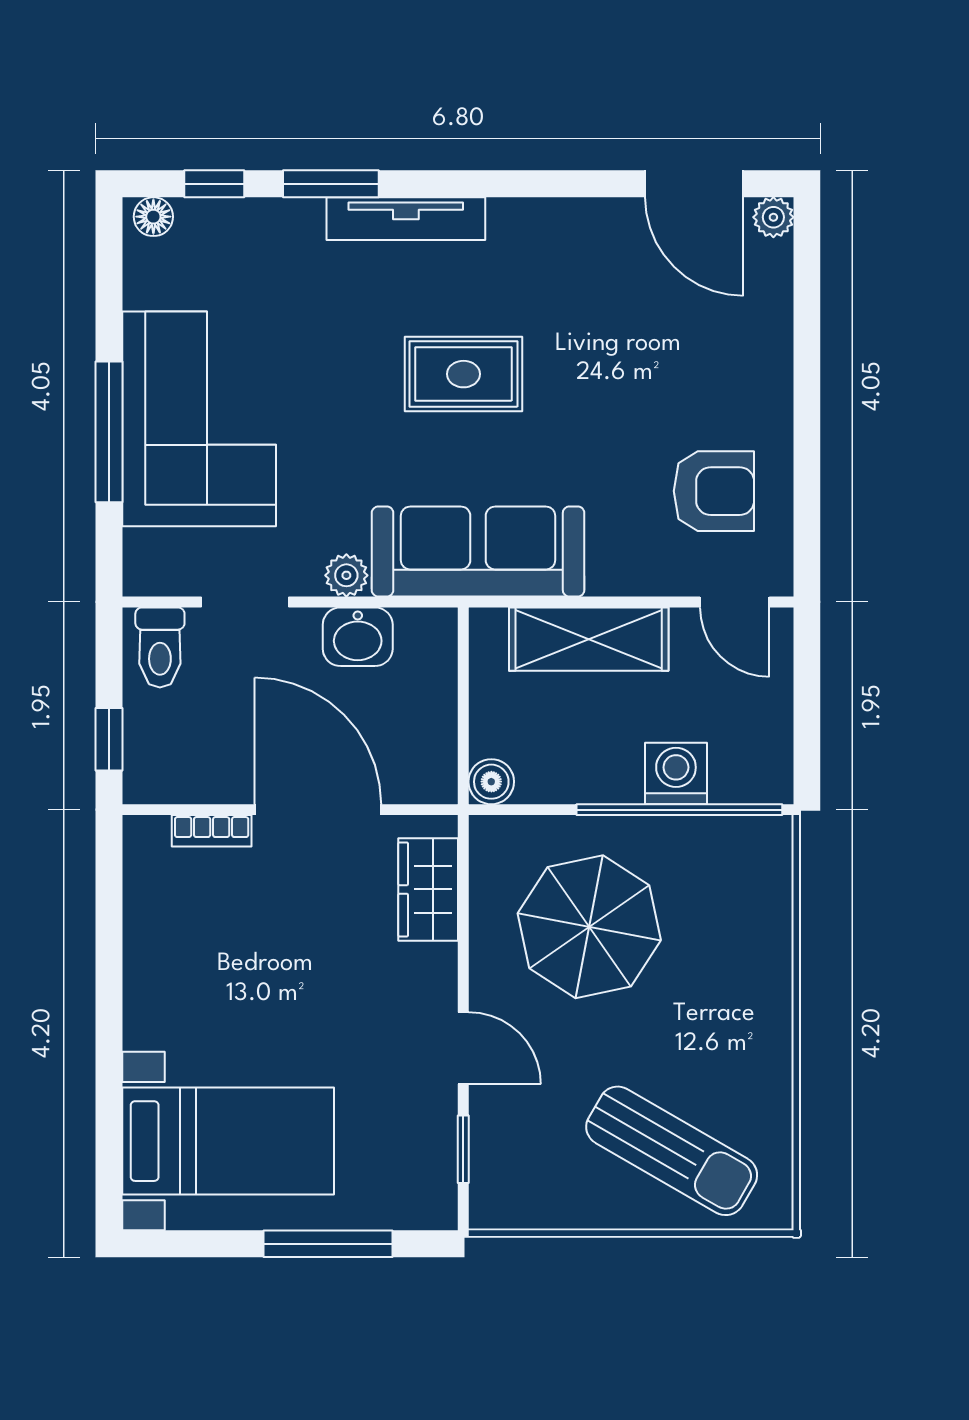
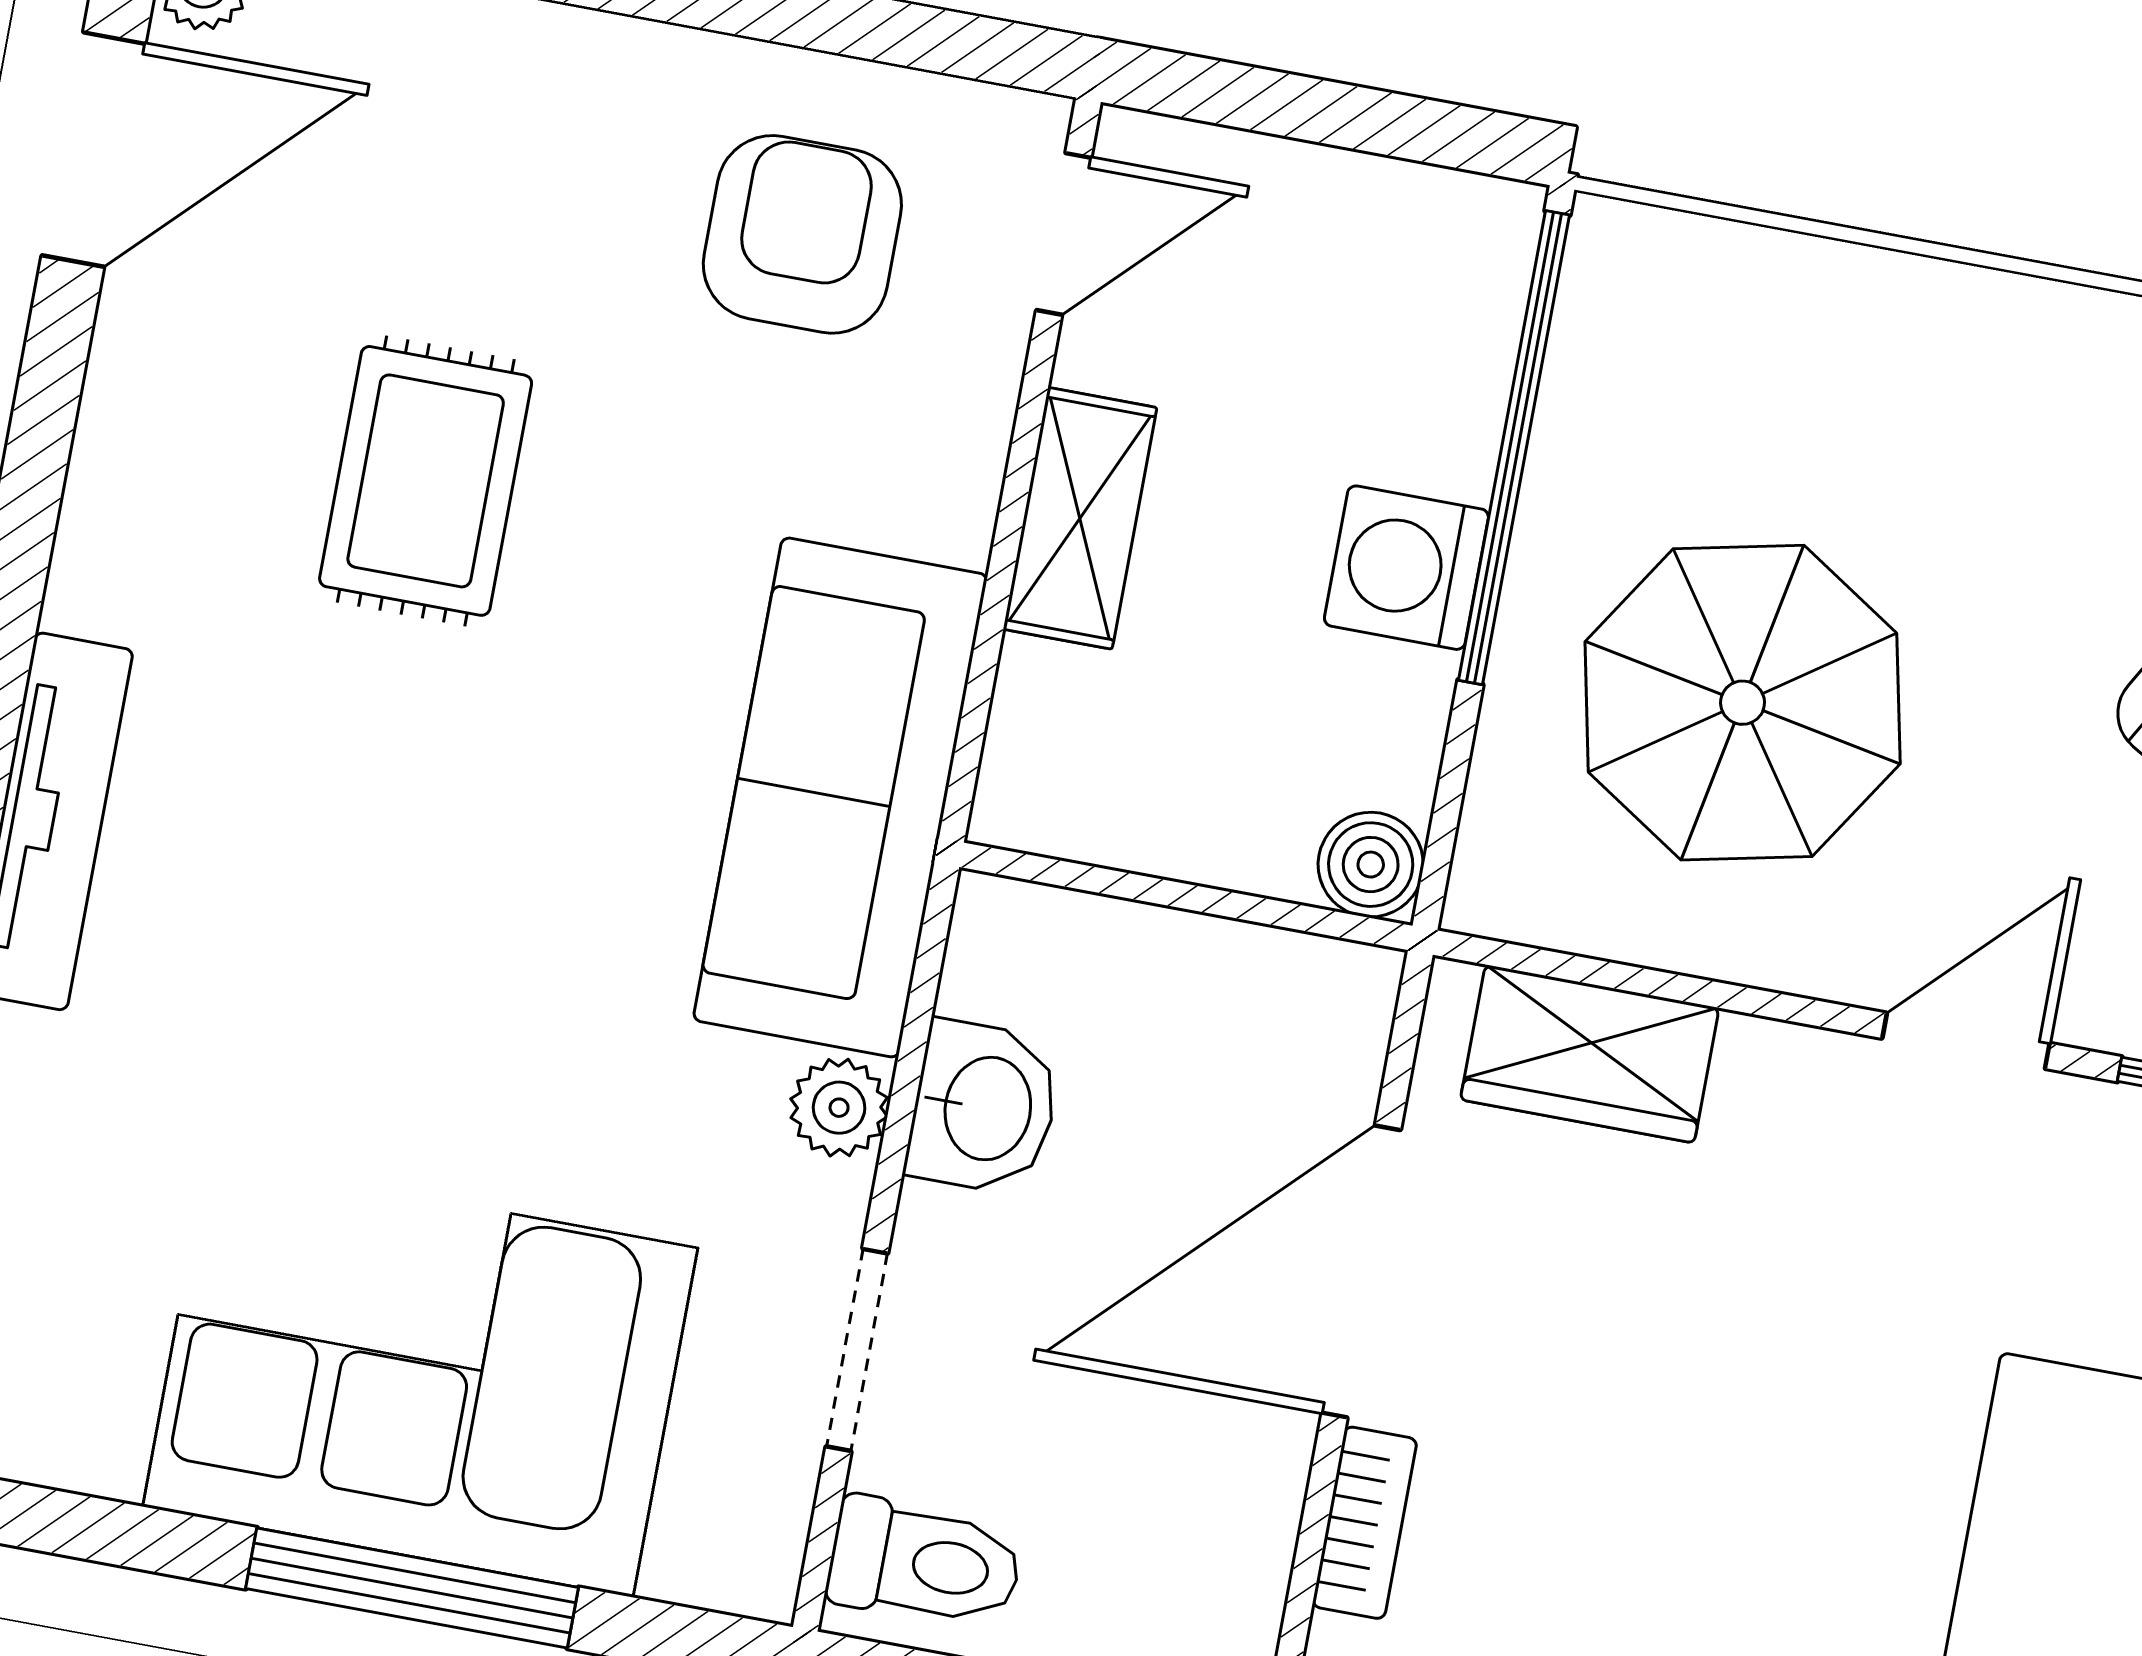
rug: (463, 374) -> (426, 481), moved
shelving: (589, 639) -> (1080, 518), width x0.67, depth x0.75
washing machine: (676, 774) -> (1406, 568), moved

